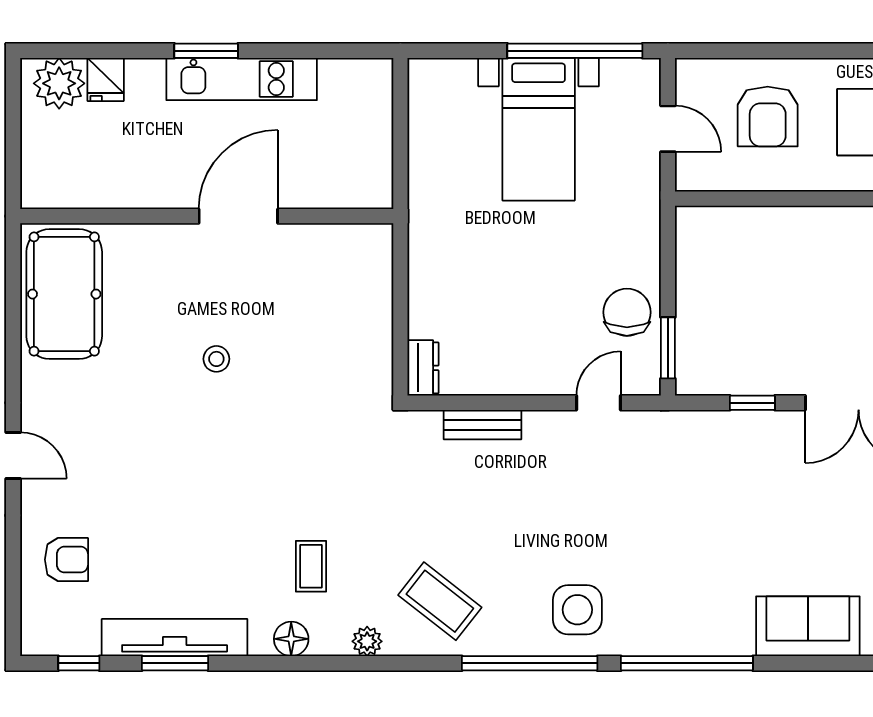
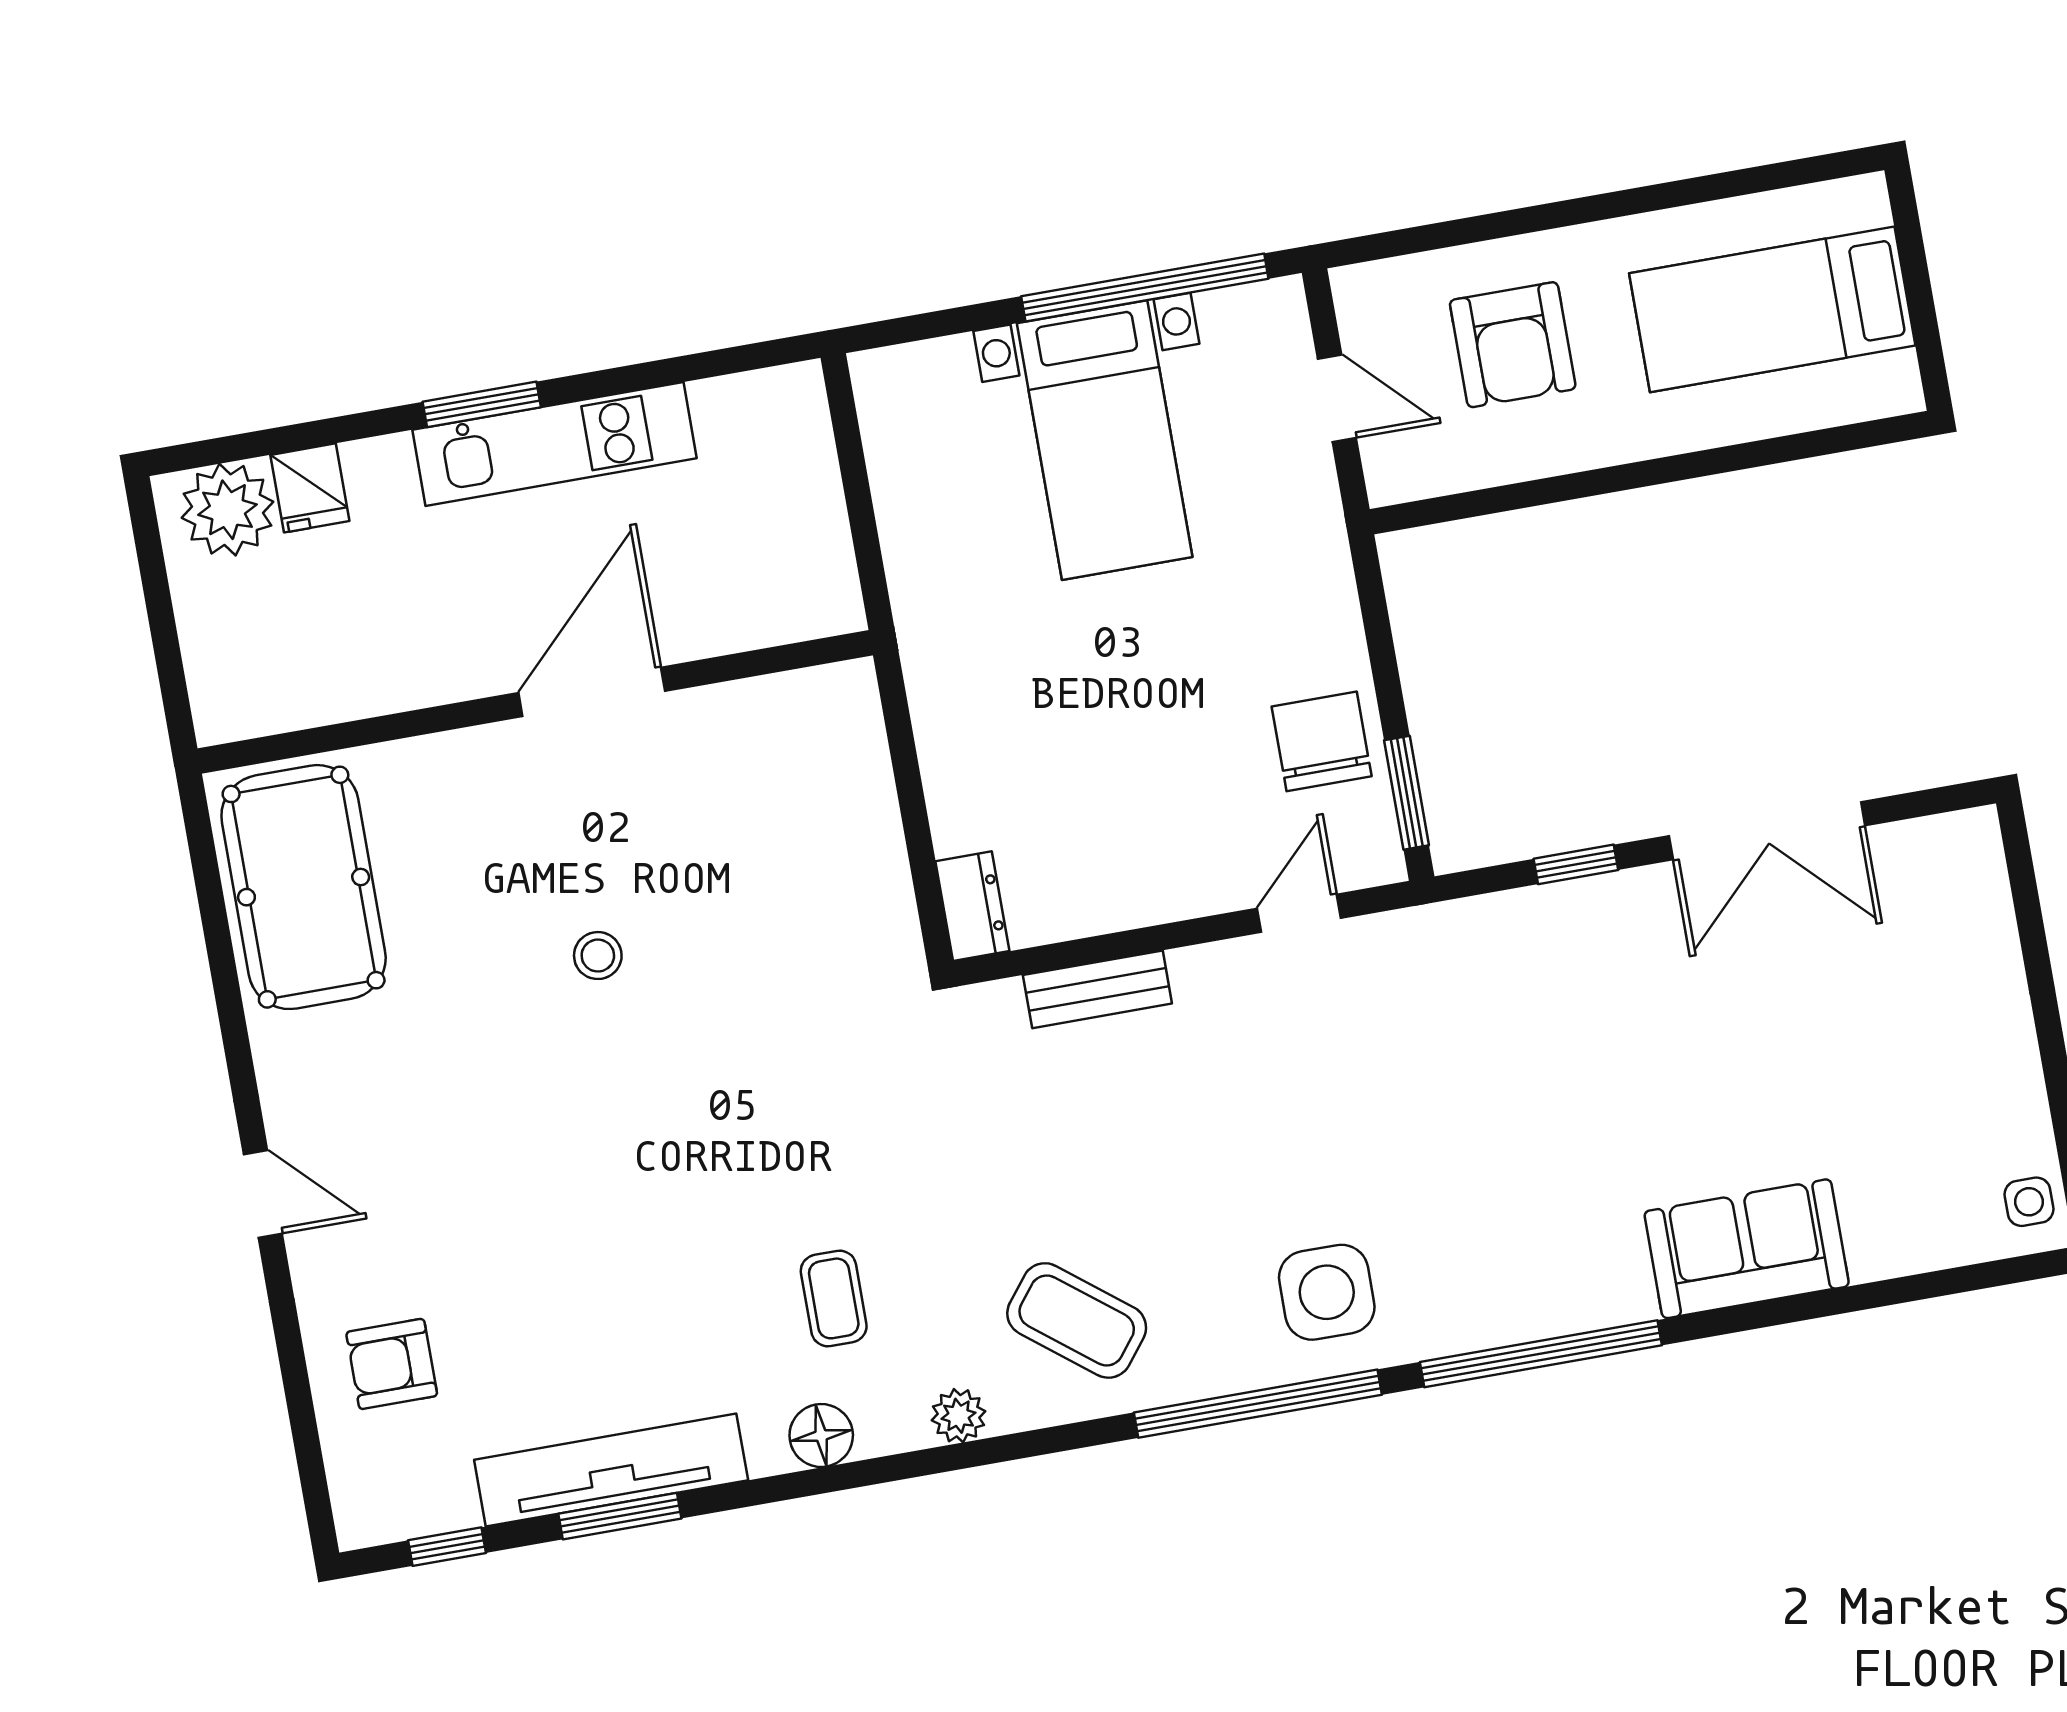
armchair: (66, 560) -> (392, 1364), turned 180

